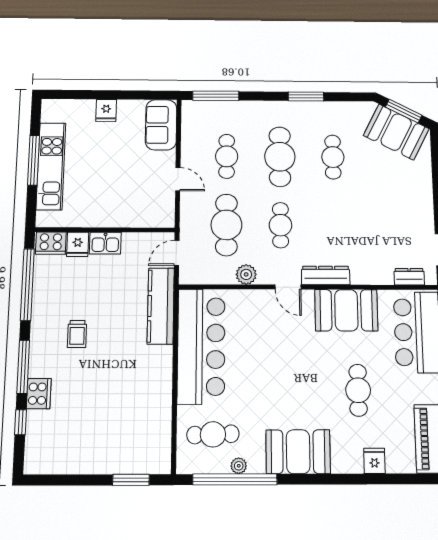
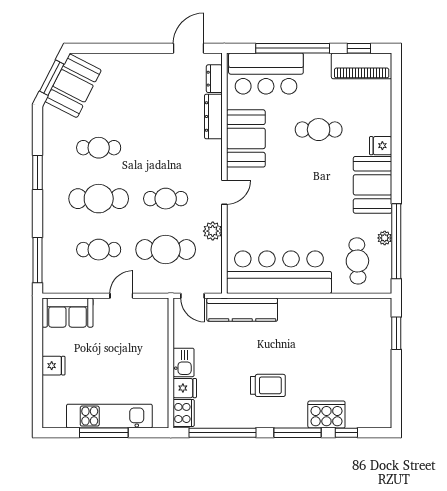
dresser: (326, 275) -> (213, 116), moved
trolley: (77, 334) -> (268, 385), width x1.36, depth x1.39
cooker: (39, 394) -> (326, 414), width x1.37, depth x1.31
fridge: (374, 461) -> (381, 146), moved

